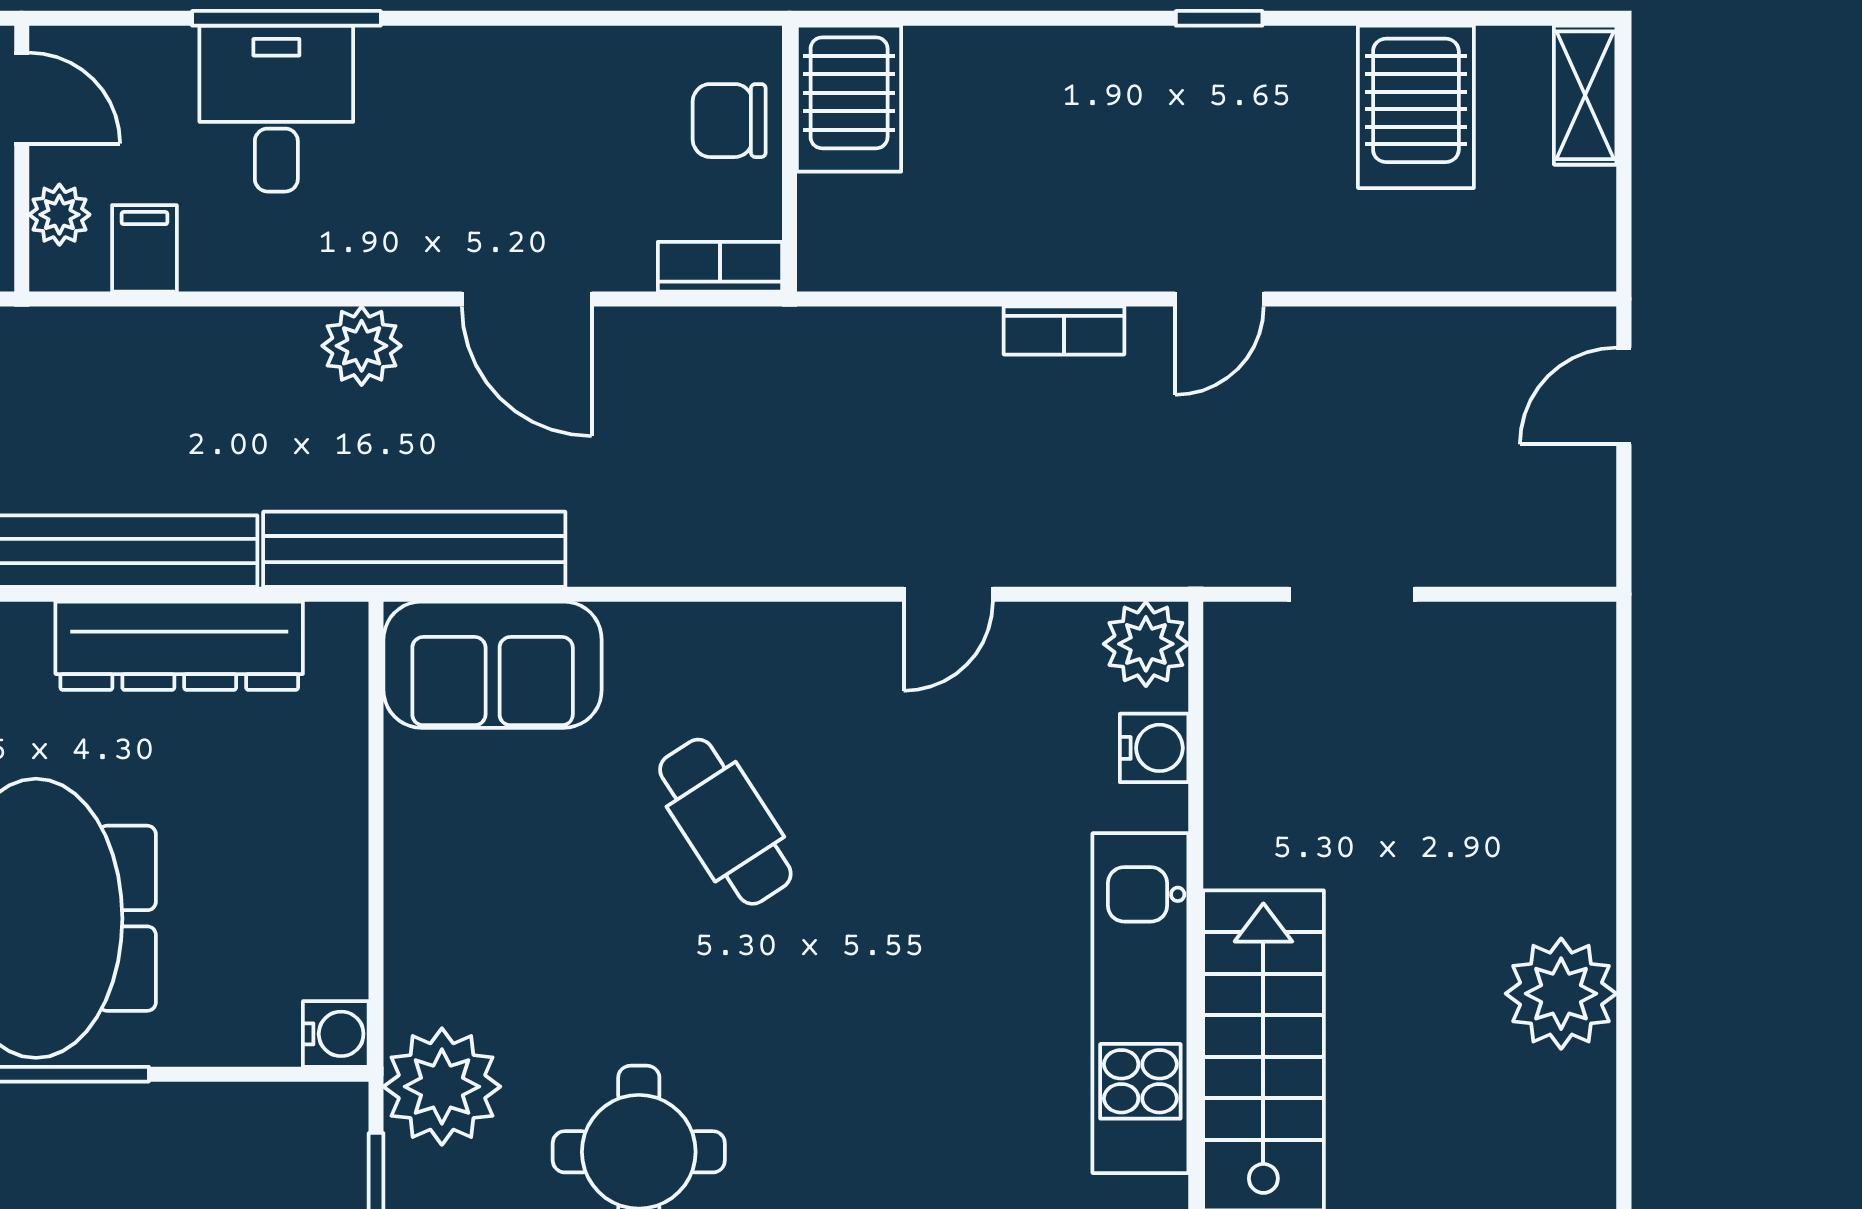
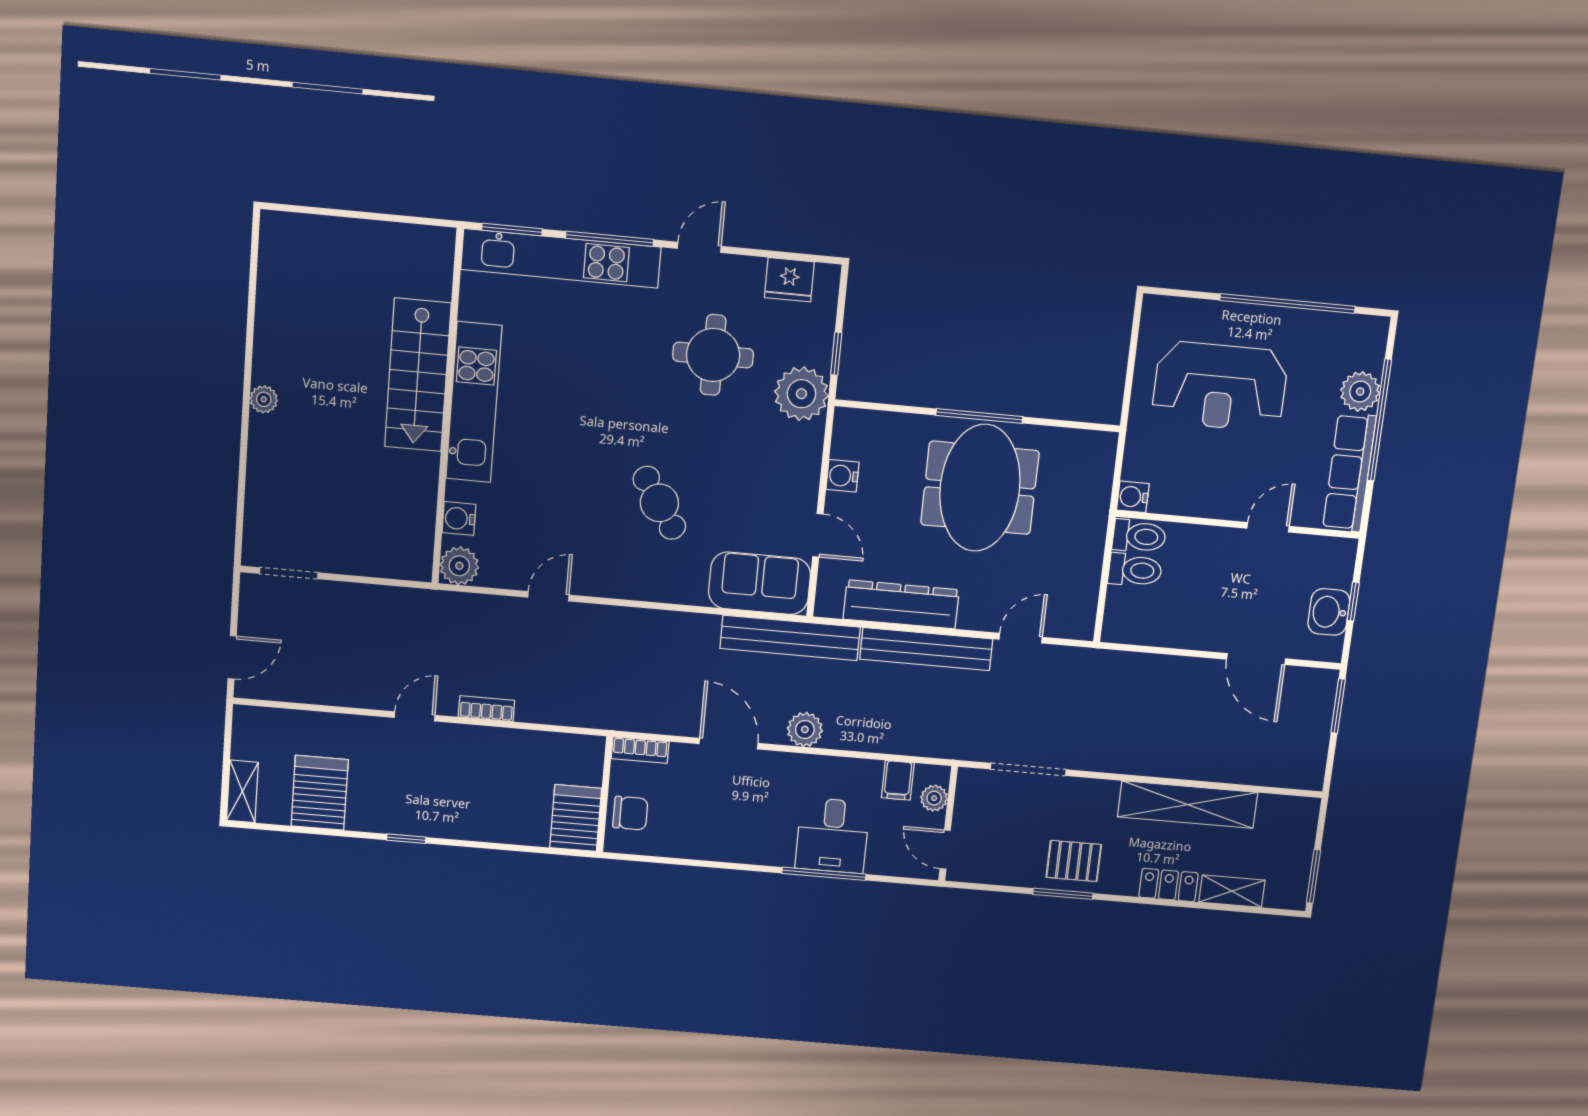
doorway: (1352, 594) -> (289, 573), moved
door: (376, 782) -> (818, 535), added
plant: (1561, 994) -> (264, 399), width x0.53, depth x0.53
water cooler: (336, 1034) -> (843, 476), moved

